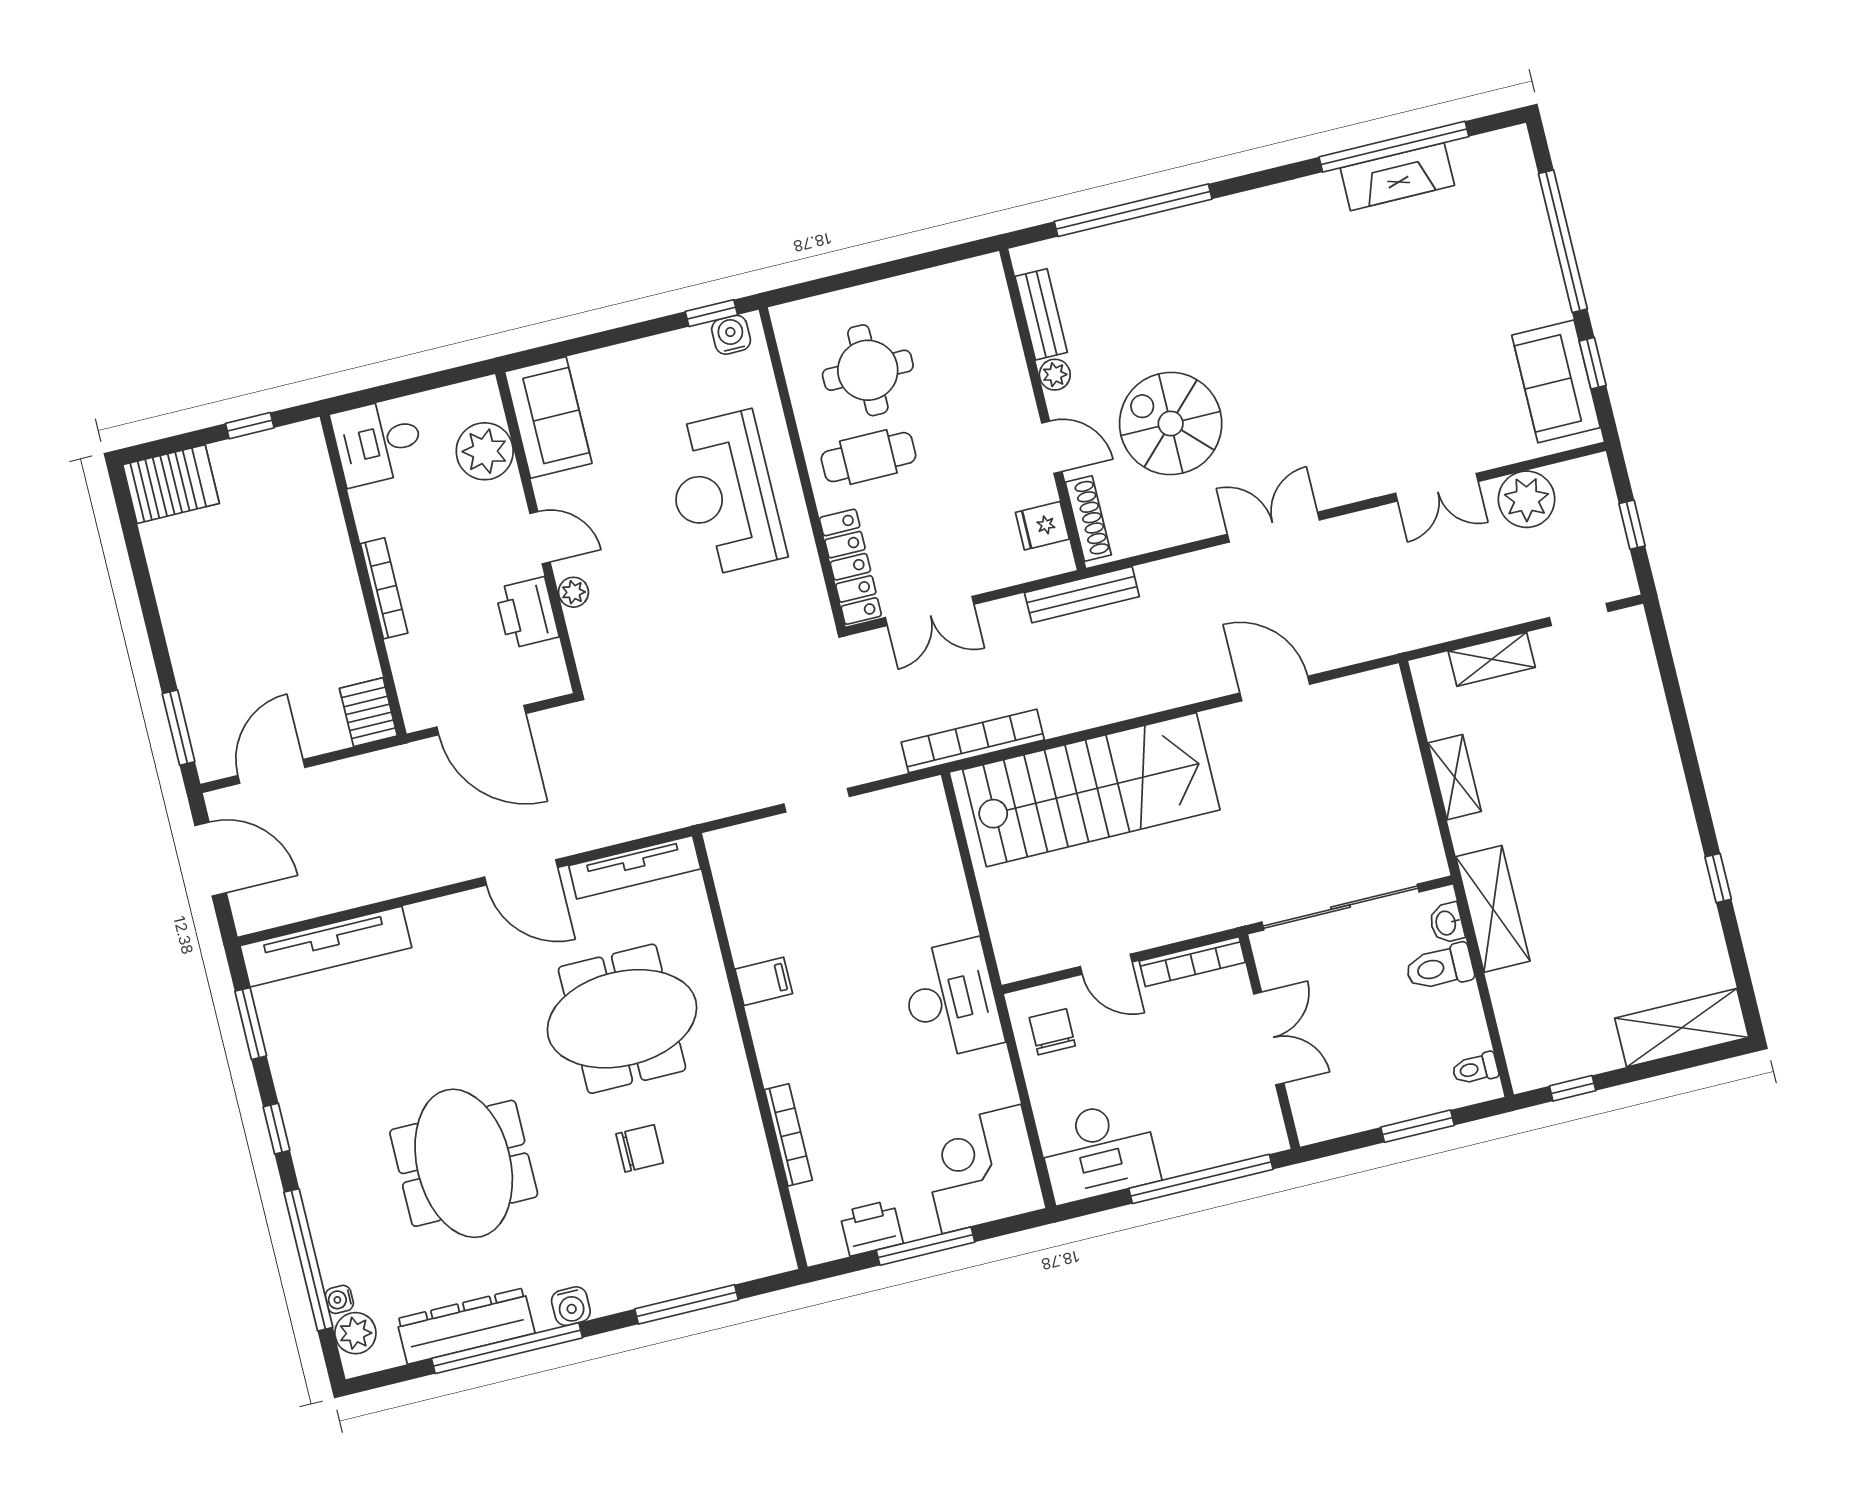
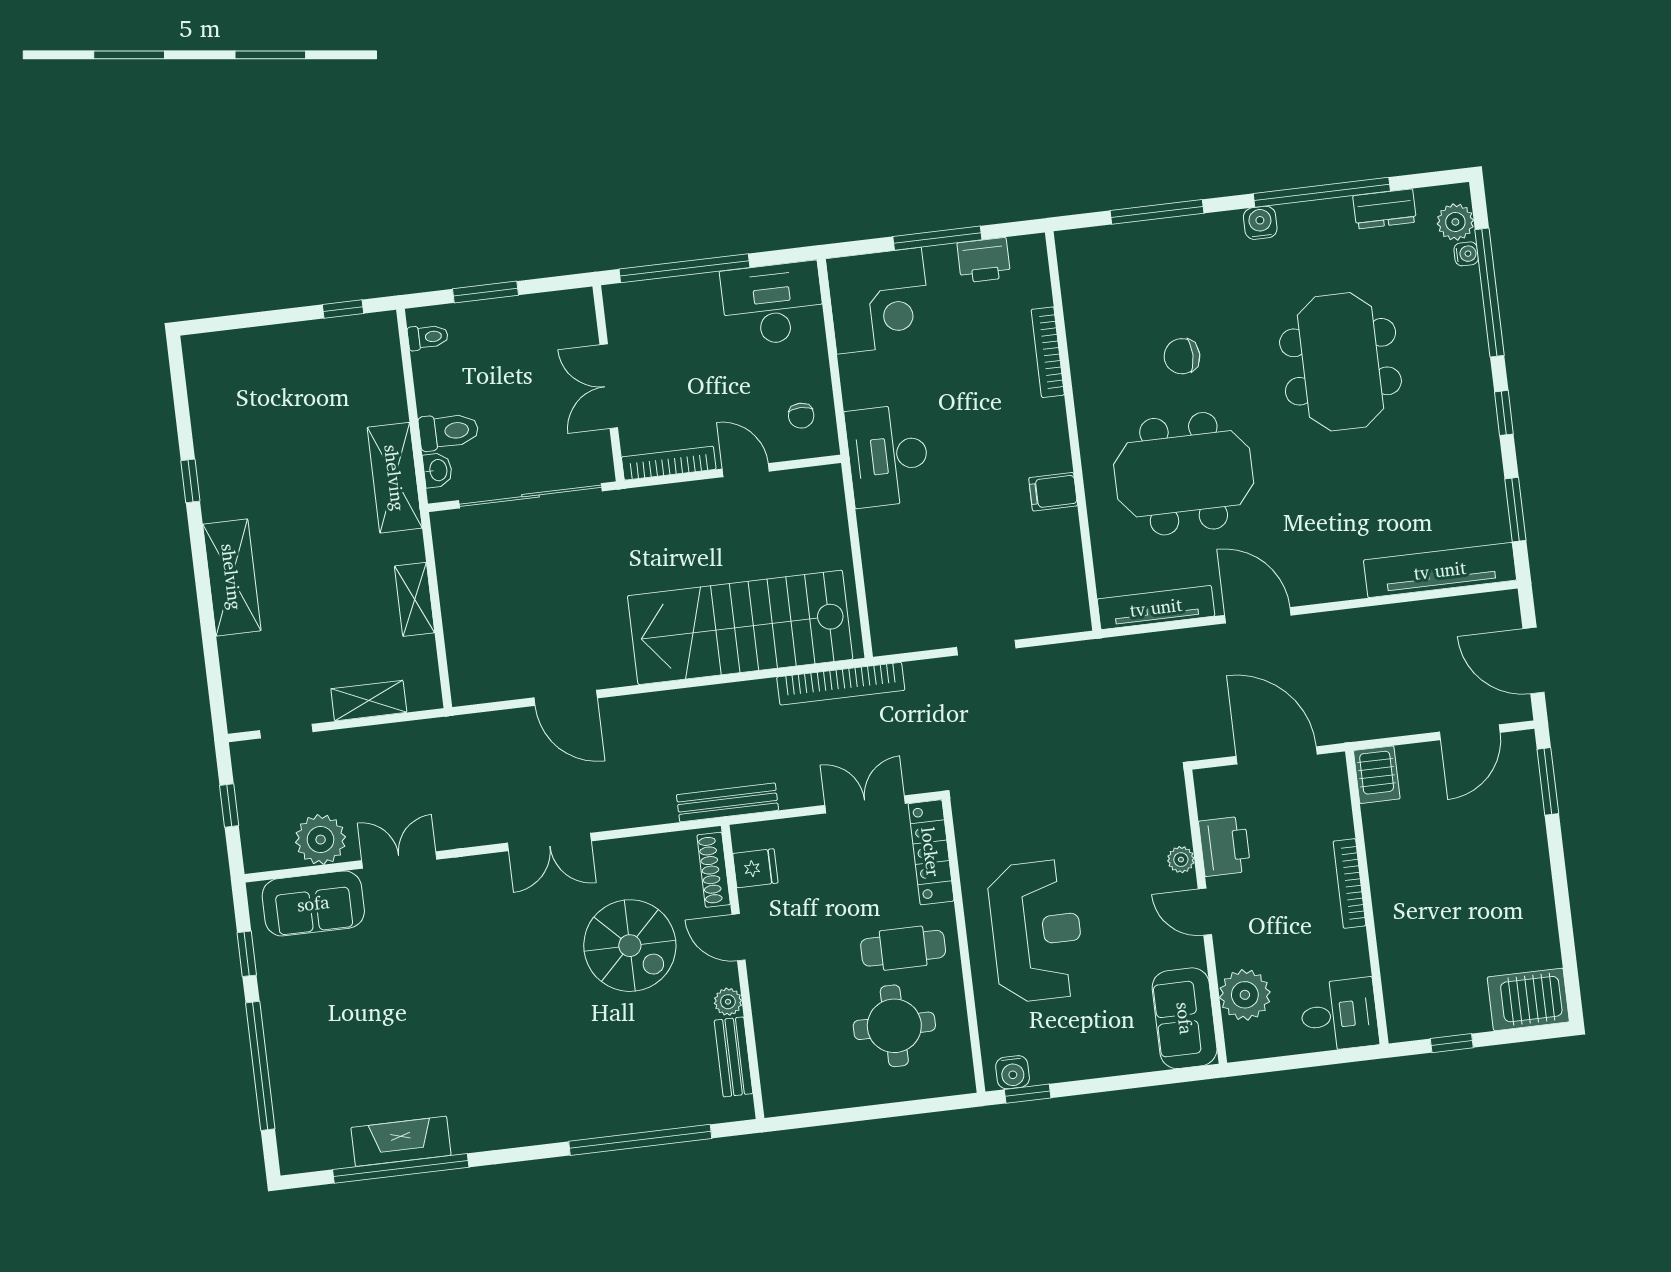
sofa: (1556, 381) -> (313, 903), moved, turned 90
shelving: (1682, 1028) -> (232, 577), moved, turned 90
chair: (1052, 1032) -> (801, 416), width x0.73, depth x0.73
dresser: (466, 1326) -> (1385, 209), width x0.51, depth x0.80

